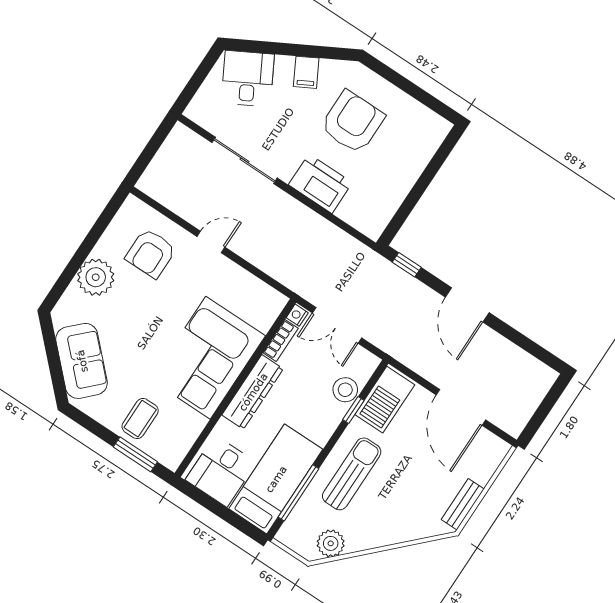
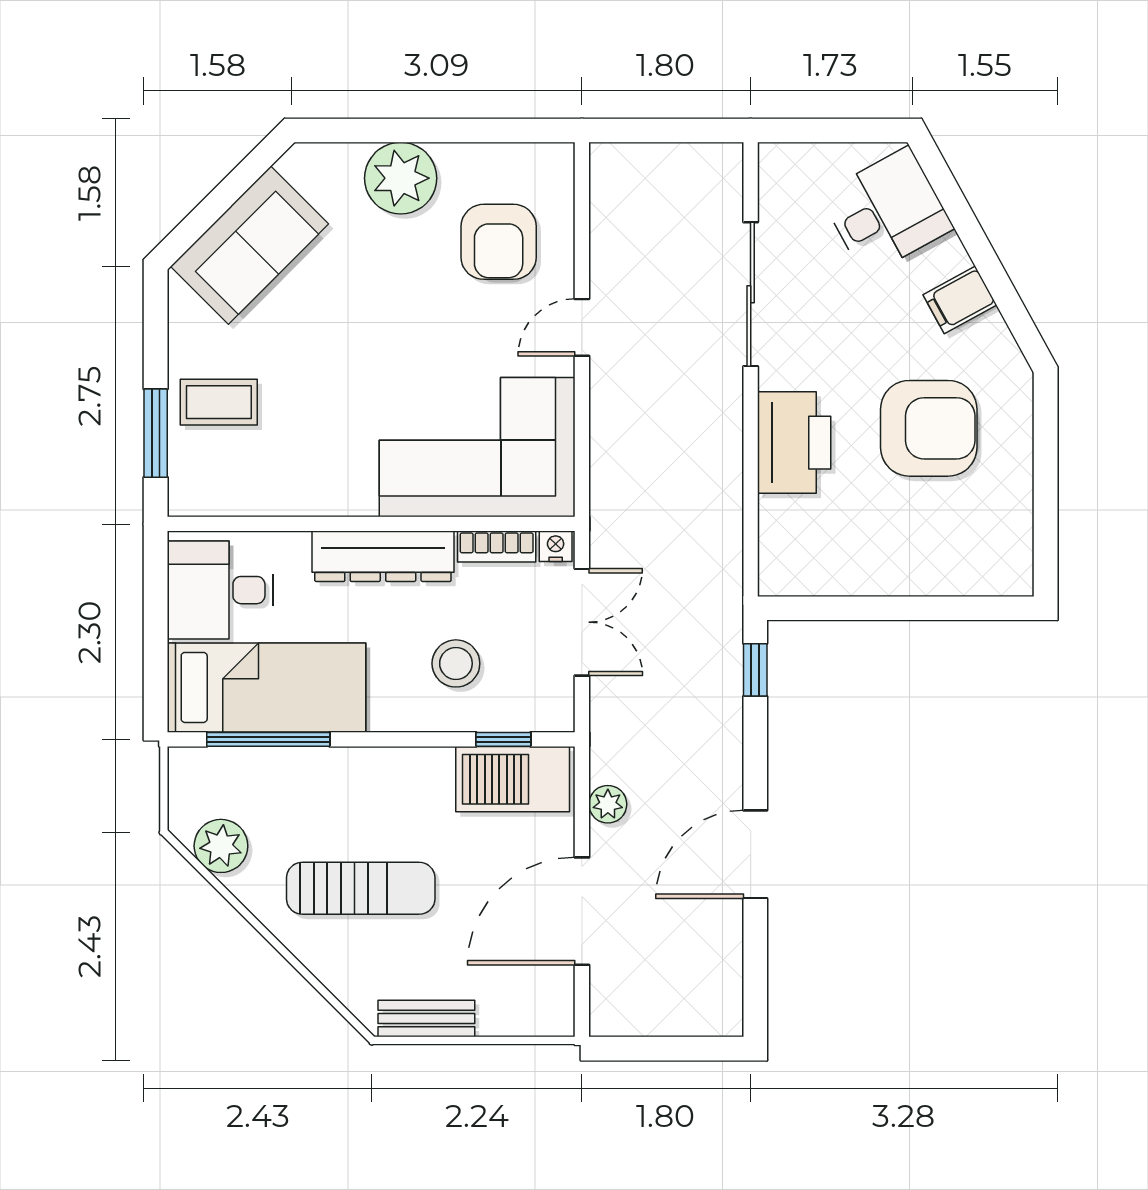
door: (211, 242) -> (582, 327), swing flipped
armchair: (151, 253) -> (499, 242), turned -90
door: (467, 305) -> (755, 854), moved
double door: (337, 325) -> (582, 622), swing flipped
corner sofa: (208, 358) -> (477, 447), moved
plant: (422, 366) -> (608, 804), added
stool: (345, 390) -> (456, 663), moved
window: (353, 410) -> (503, 739), moved
sun lounger: (352, 474) -> (361, 888), moved

